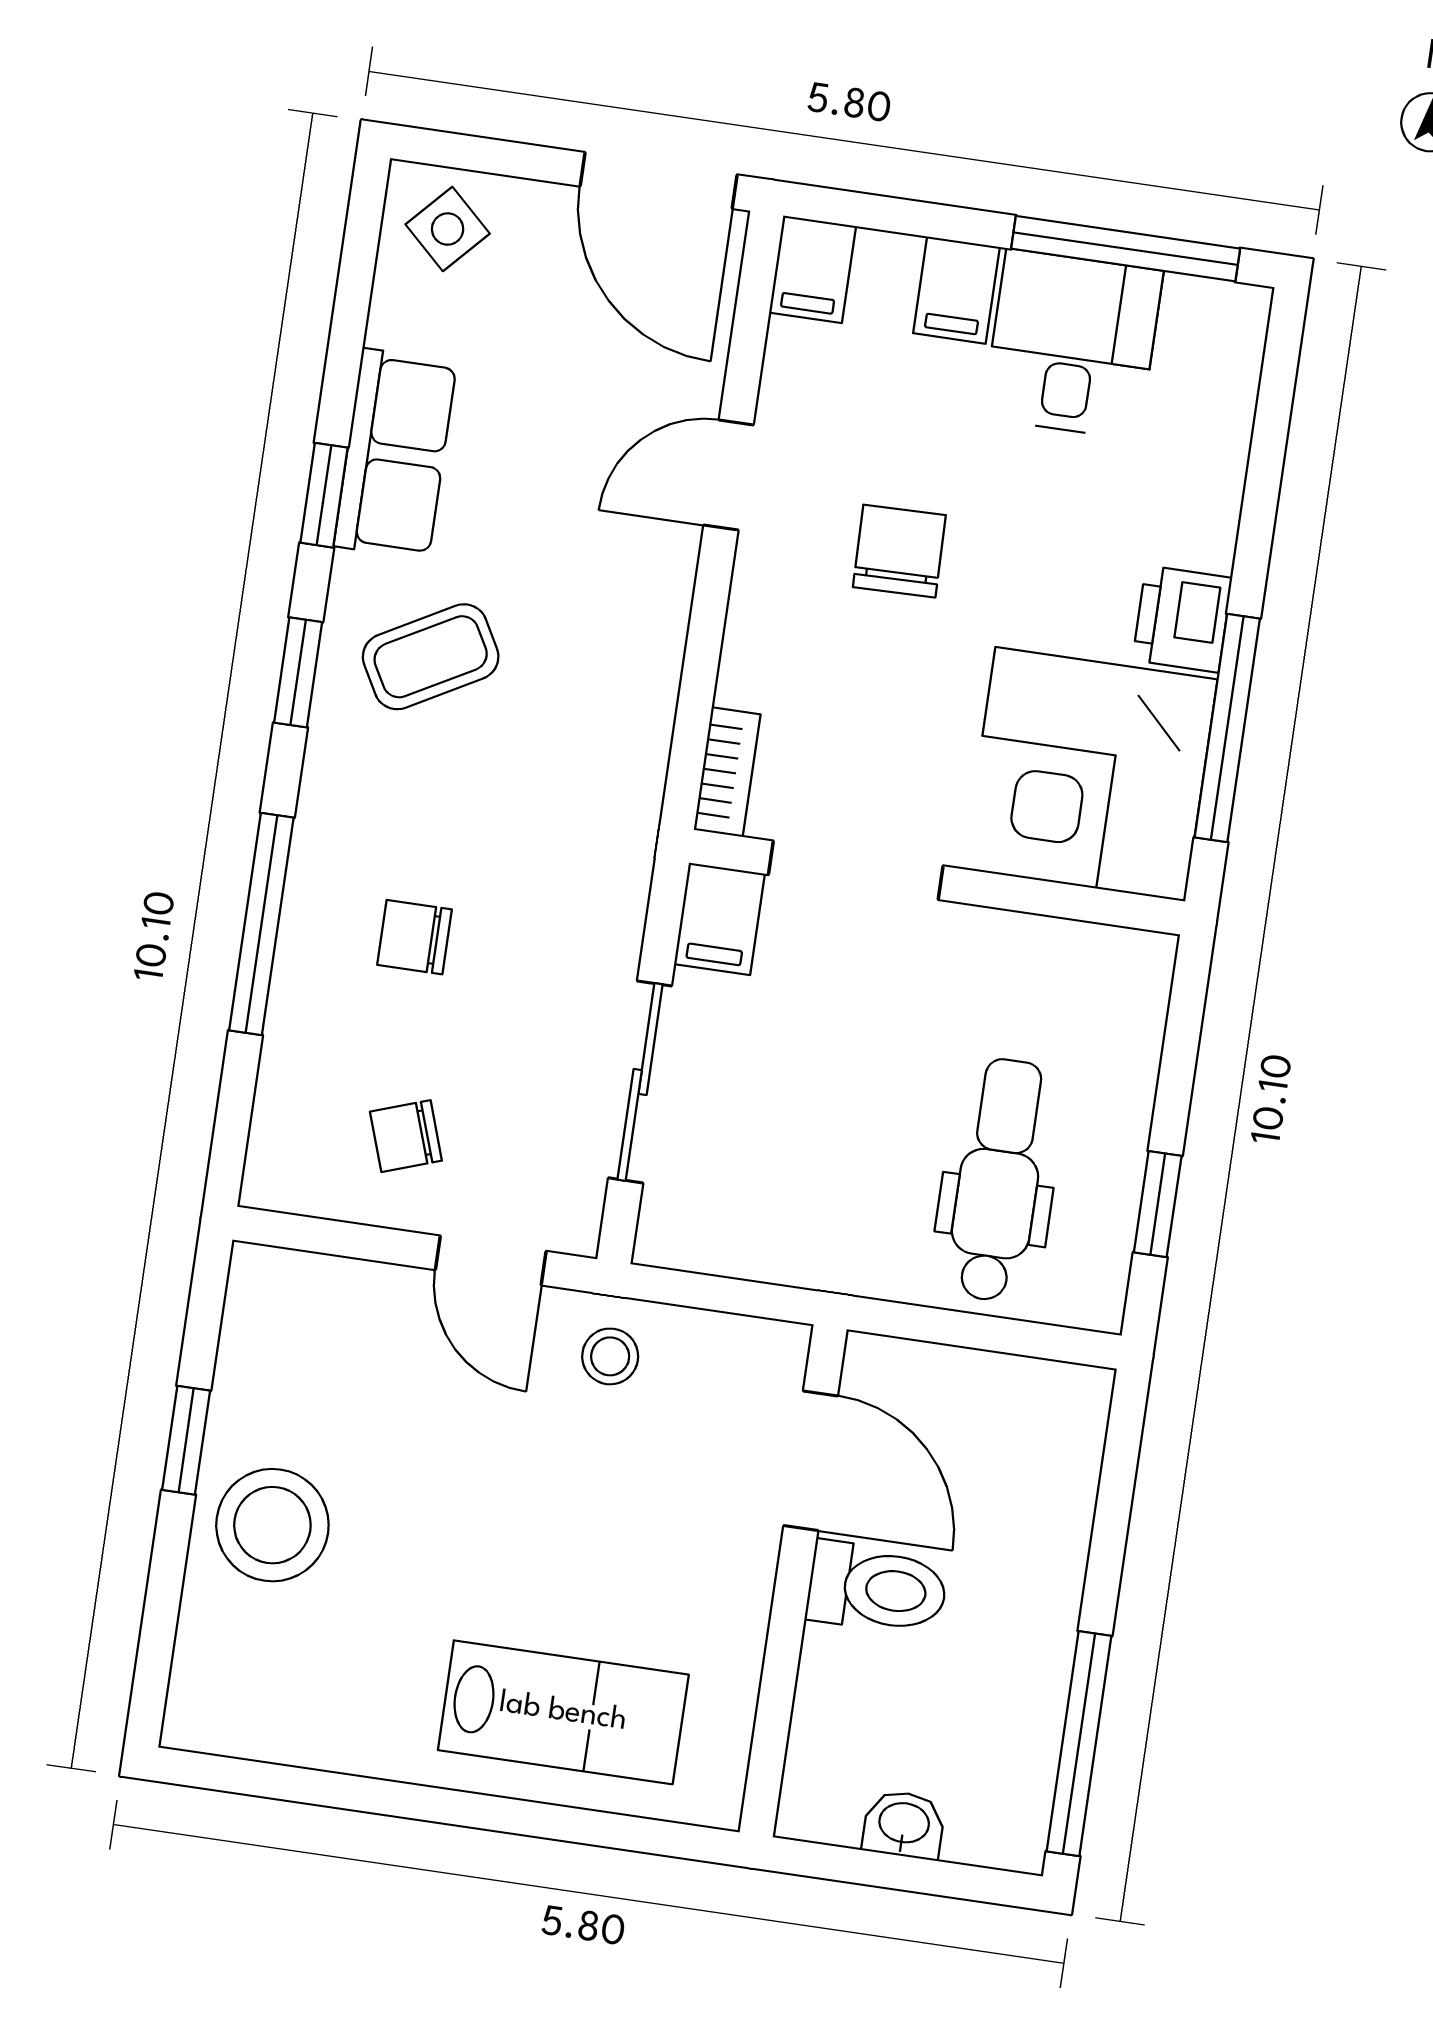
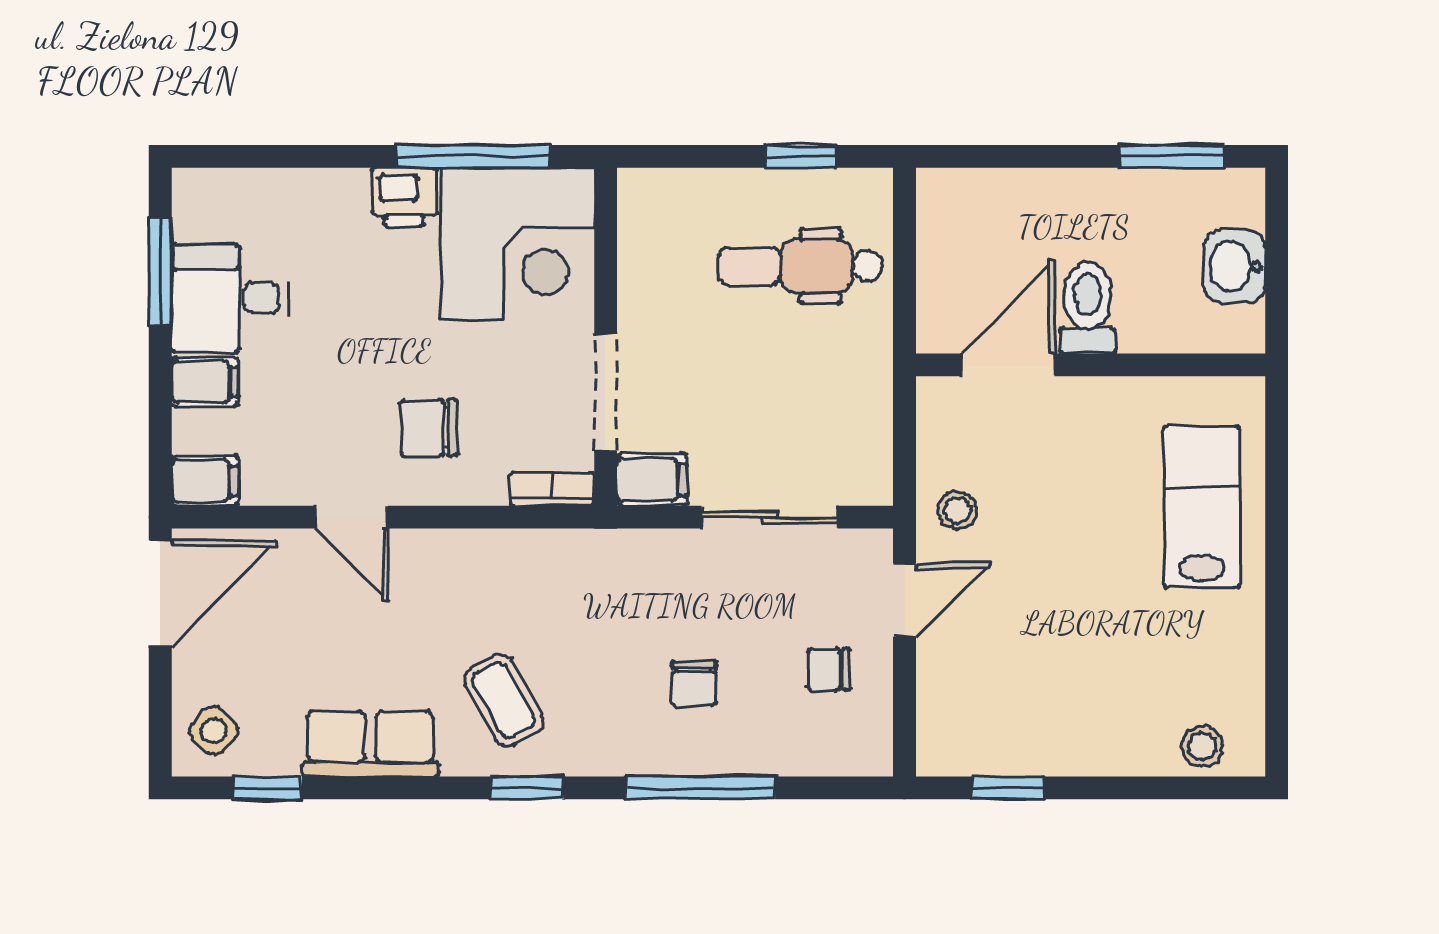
window: (1126, 249) -> (160, 272), width x0.69
window: (324, 495) -> (267, 788), moved
chair: (899, 551) -> (429, 428), moved
chair: (406, 1136) -> (829, 670), turned 109
window: (186, 1440) -> (1008, 788), moved
stool: (272, 1525) -> (1202, 746), moved, width x0.53, depth x0.53
window: (1079, 1744) -> (1172, 156), width x0.69
washbasin: (904, 1825) -> (1234, 266), width x1.38, depth x1.45

